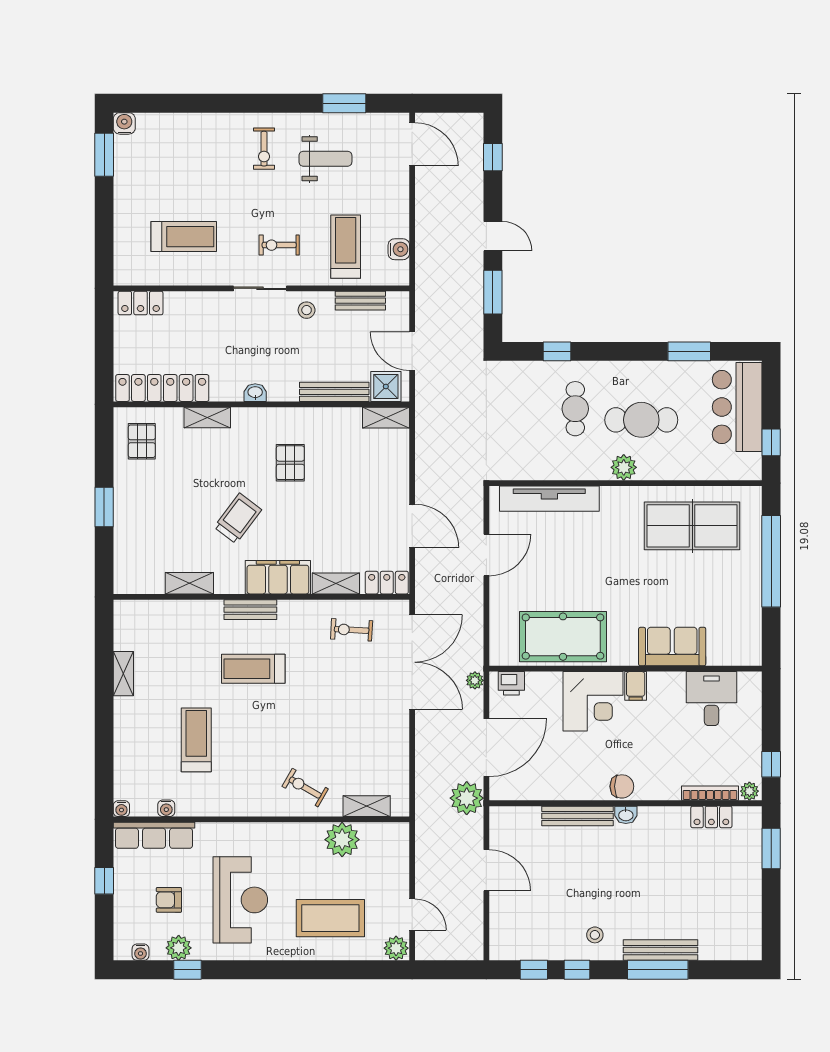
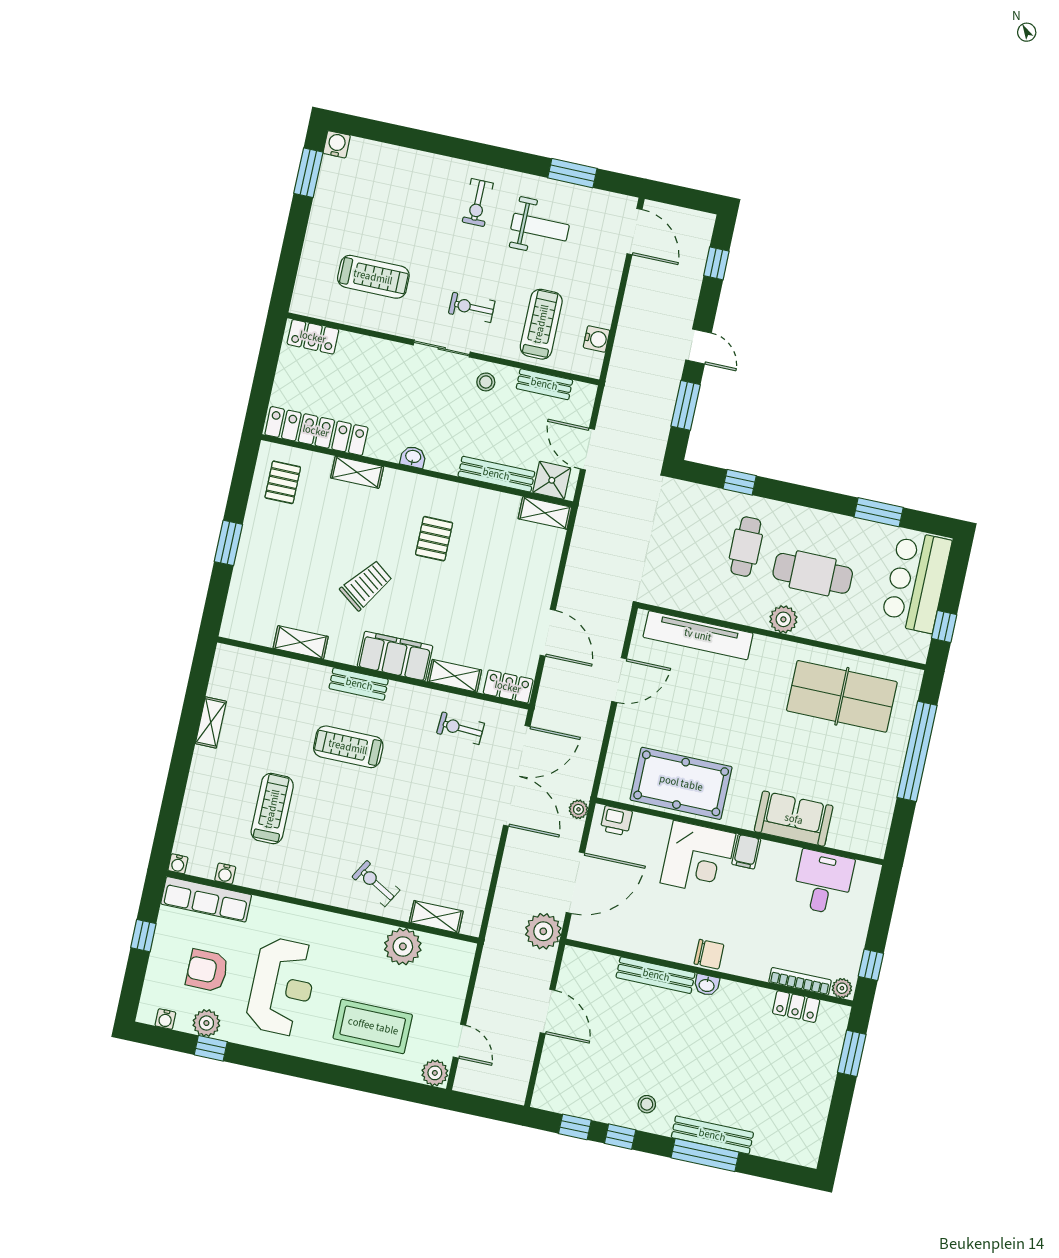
armchair: (169, 900) -> (207, 970), width x1.38, depth x1.38

